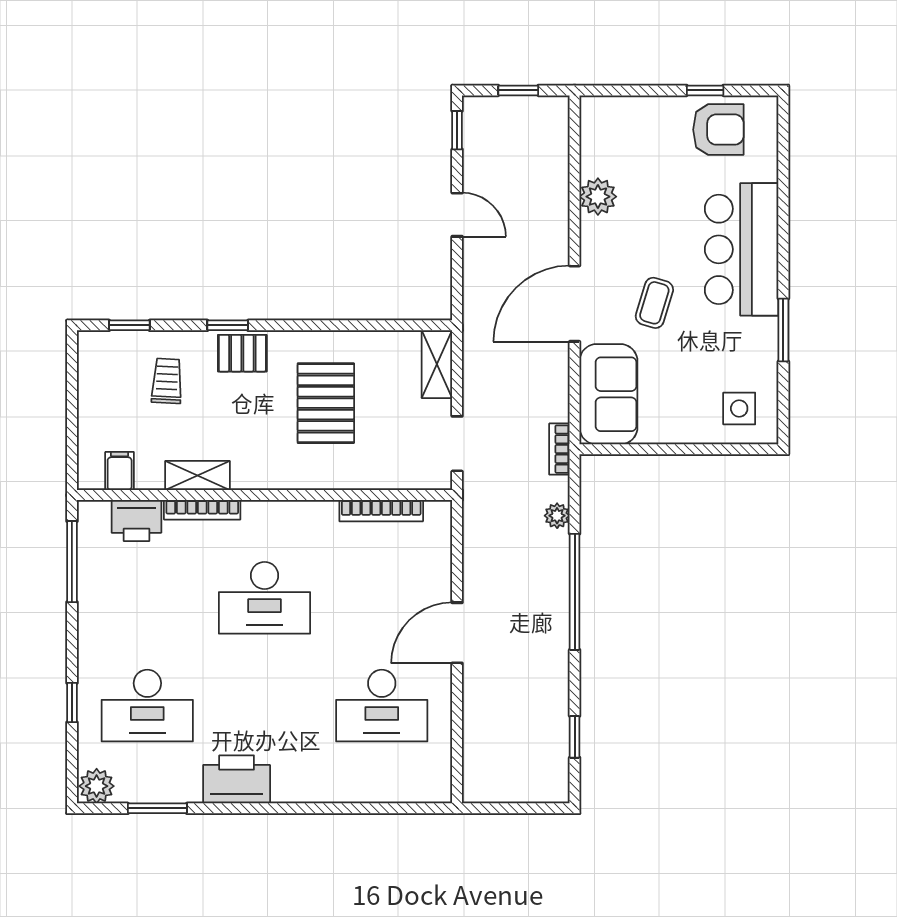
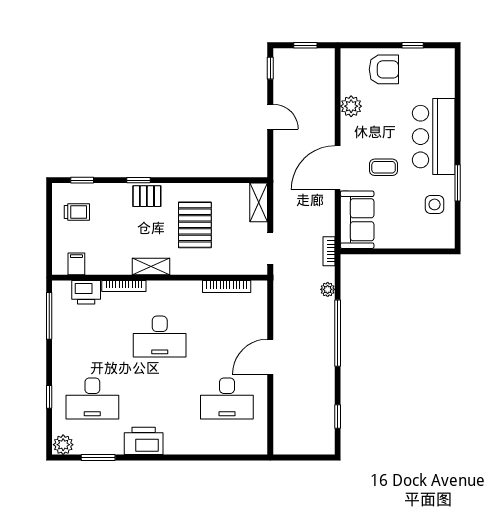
armchair: (718, 130) -> (384, 69), moved
coffee table: (654, 303) -> (384, 167), turned 73
trolley: (167, 381) -> (77, 212), moved, turned 87
side table: (739, 408) -> (435, 204), moved
shelving: (198, 476) -> (151, 266), moved

